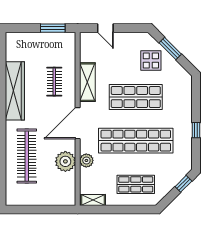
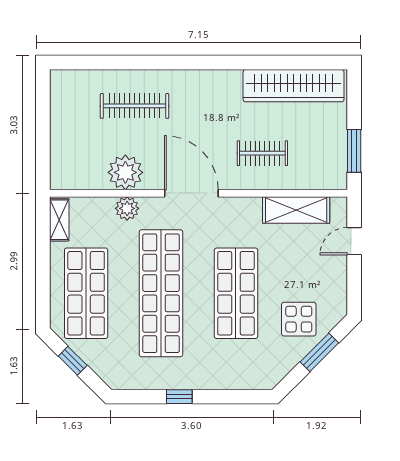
shelving: (87, 82) -> (296, 210), moved
wardrobe: (15, 91) -> (294, 86), moved
clothes rail: (27, 156) -> (135, 106), width x0.73, depth x0.76
shop shelf: (136, 184) -> (86, 293), width x1.43, depth x1.36
window: (183, 184) -> (73, 361), moved

